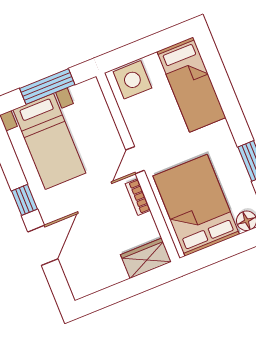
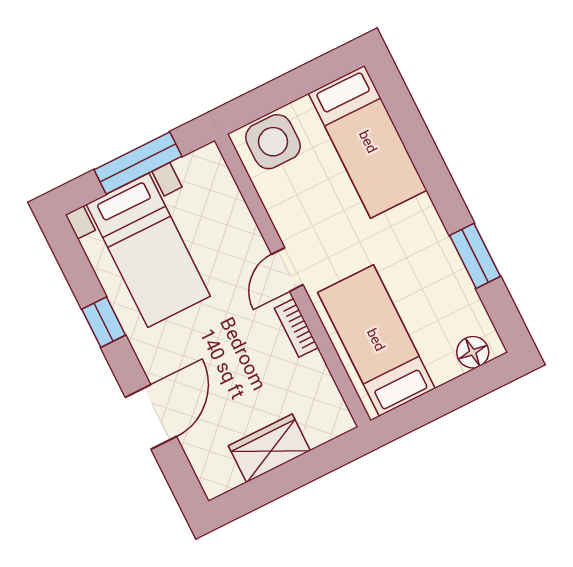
window: (24, 200) -> (104, 322), moved
bed: (196, 205) -> (376, 340), width x0.67
wardrobe: (146, 258) -> (269, 448), moved

